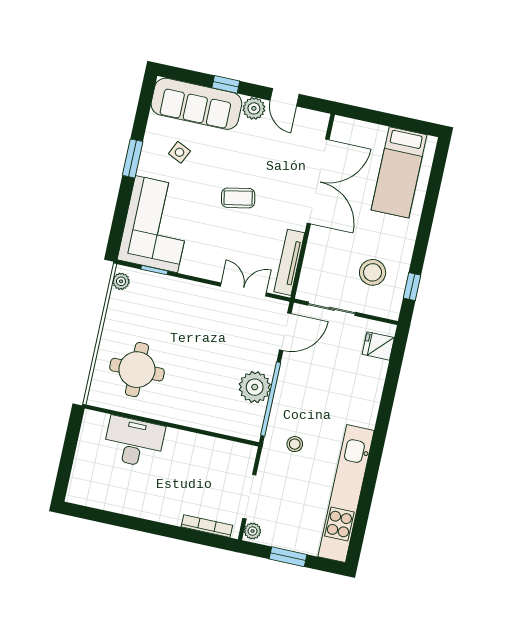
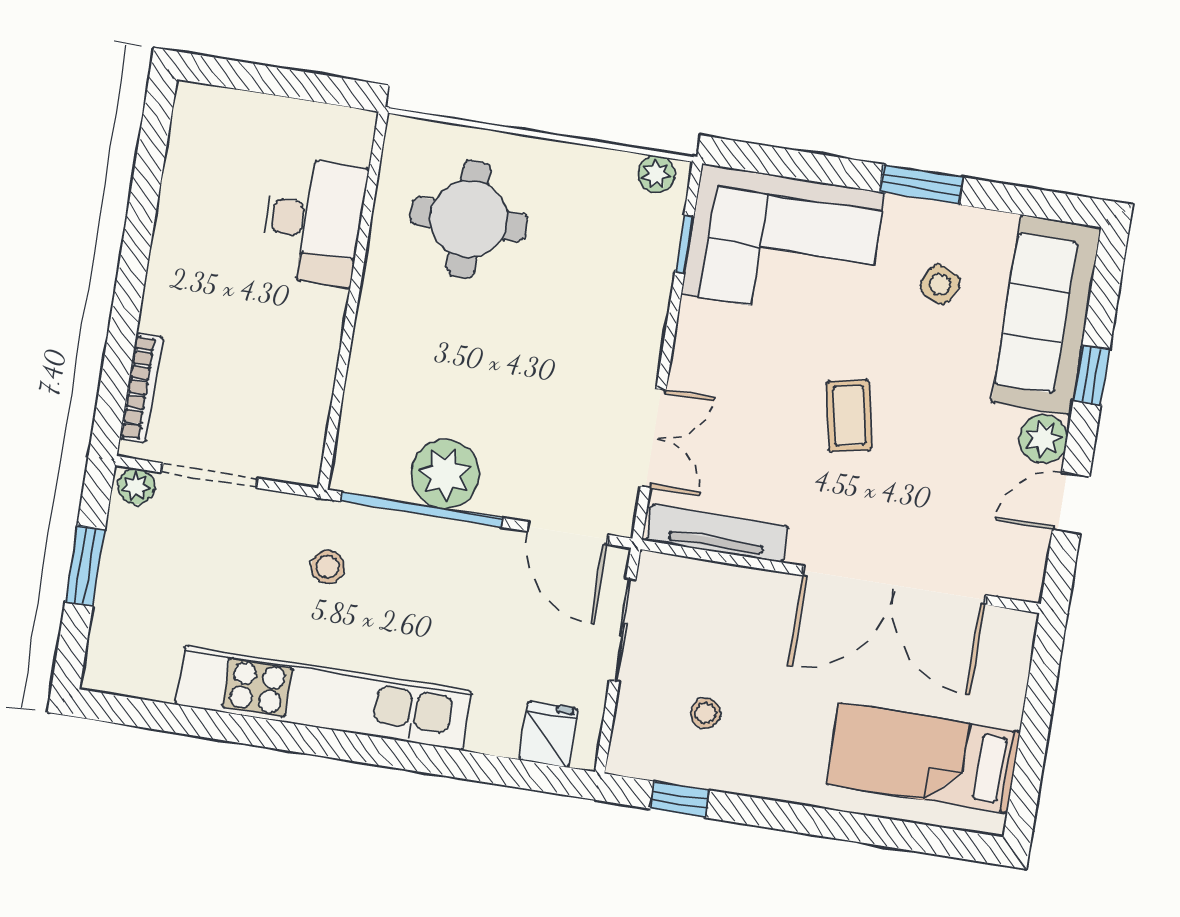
stool: (373, 272) -> (706, 713), width x0.53, depth x0.53
kitchen unit: (346, 494) -> (324, 698), moved

